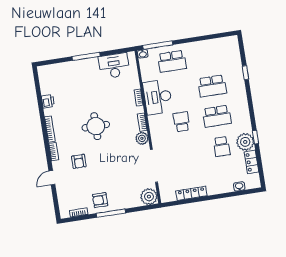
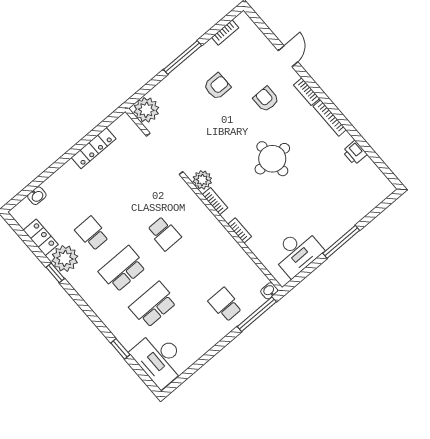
school desk: (172, 61) -> (225, 305), width x0.54
desk: (158, 97) -> (159, 359), moved, turned 180
armchair: (100, 200) -> (217, 86), moved

